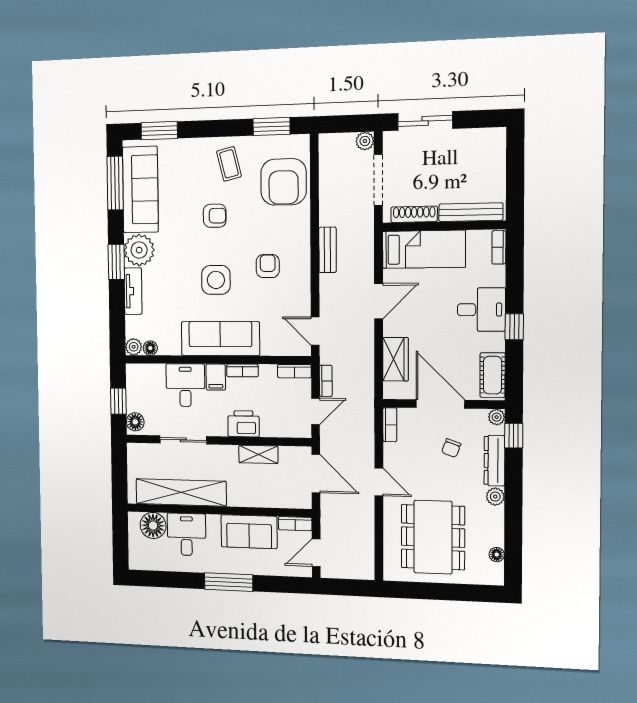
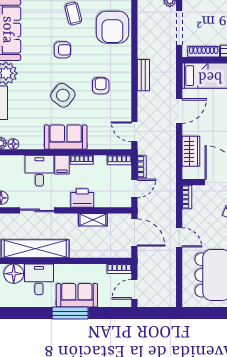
side table: (216, 280) -> (63, 95), turned 37
sofa: (220, 339) -> (66, 137), width x0.73
sofa: (249, 532) -> (77, 295), moved, turned 180

